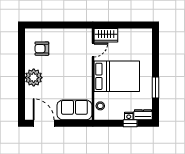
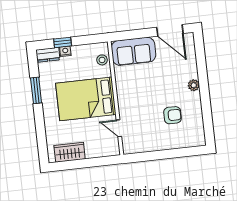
wardrobe: (106, 35) -> (70, 152), moved
armchair: (42, 49) -> (172, 115), moved
door: (93, 50) -> (119, 128), hinge flipped
plant: (34, 78) -> (194, 85), width x0.53, depth x0.53

